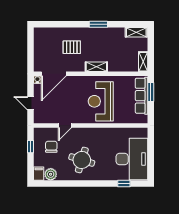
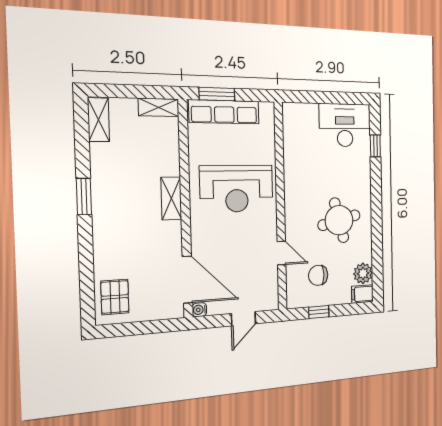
pallet: (72, 47) -> (115, 297), moved
desk: (132, 159) -> (345, 125), width x0.73, depth x0.77
round table: (82, 160) -> (339, 220), turned -31

